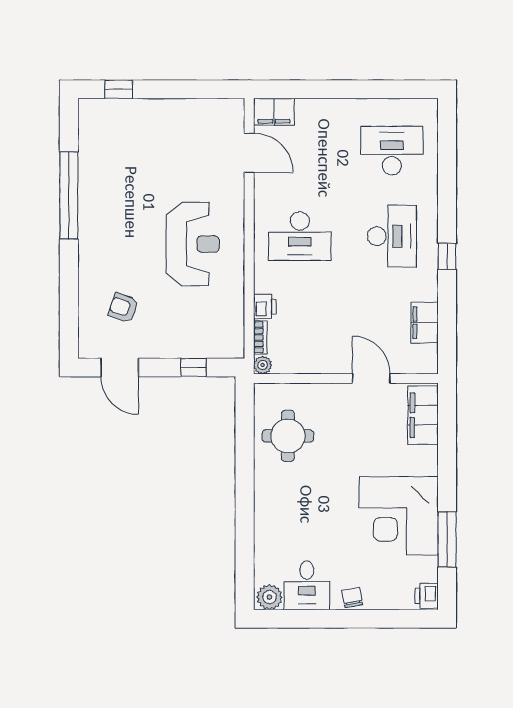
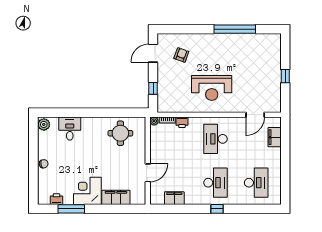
window: (119, 89) -> (285, 76), moved
filing cabinet: (274, 112) -> (275, 137), moved
desk: (392, 236) -> (215, 183), turned -90
window: (447, 256) -> (217, 209), moved
filing cabinet: (423, 415) -> (116, 197), moved
corner desk: (399, 516) -> (87, 191), width x0.74, depth x0.74
desk: (307, 585) -> (70, 129), moved, turned 90
printer: (427, 596) -> (57, 199), moved

